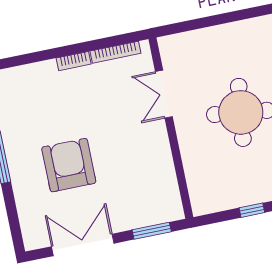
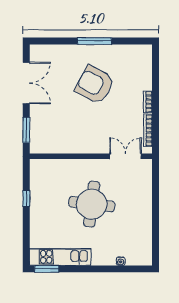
double door: (164, 94) -> (125, 156), moved
armchair: (69, 165) -> (95, 85), moved, turned -152

